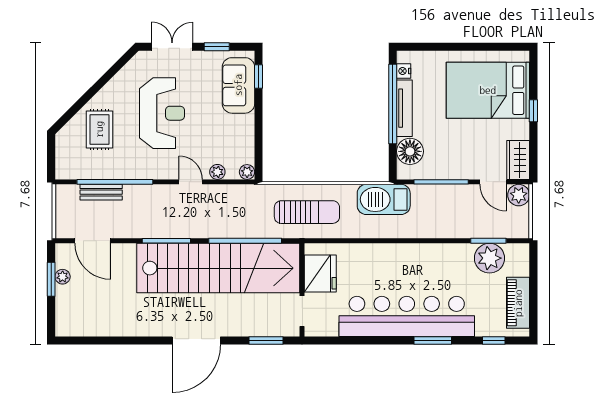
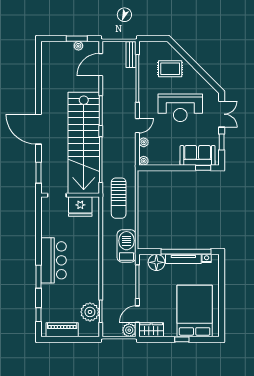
bench: (101, 192) -> (131, 55), moved
bar counter: (407, 316) -> (54, 260), width x0.54

